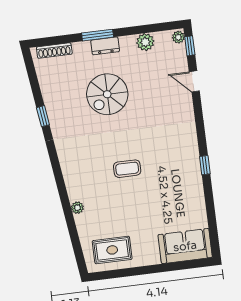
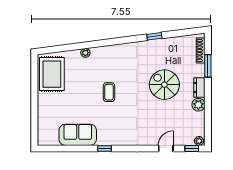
window: (98, 35) -> (208, 66), moved
plant: (145, 42) -> (198, 105), moved
sofa: (185, 246) -> (78, 135), moved, turned -90
rug: (112, 250) -> (52, 74), width x1.36, depth x1.43

